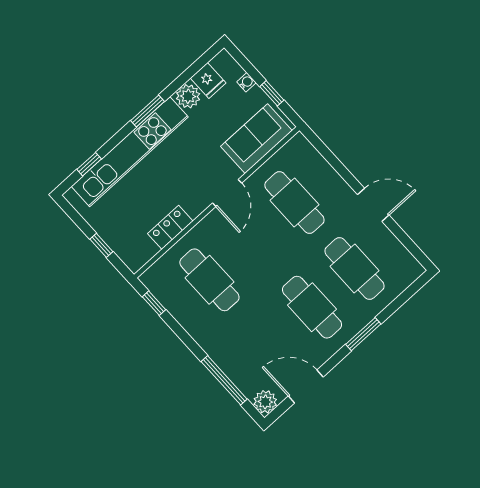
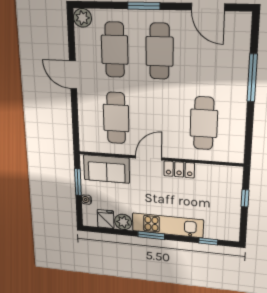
window: (272, 93) -> (78, 182), width x1.50
kitchen unit: (130, 152) -> (168, 225), width x0.73
locker: (170, 227) -> (179, 169), moved
window: (154, 303) -> (248, 141), removed
window: (224, 380) -> (252, 78), moved
plant: (265, 402) -> (83, 18), moved

